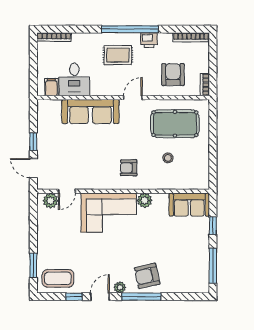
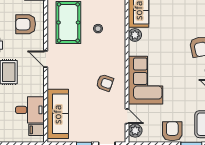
sofa: (90, 112) -> (58, 114), moved
armchair: (129, 168) -> (105, 83), moved, turned -71
plant: (145, 200) -> (135, 35), moved
armchair: (50, 243) -> (172, 131), added

